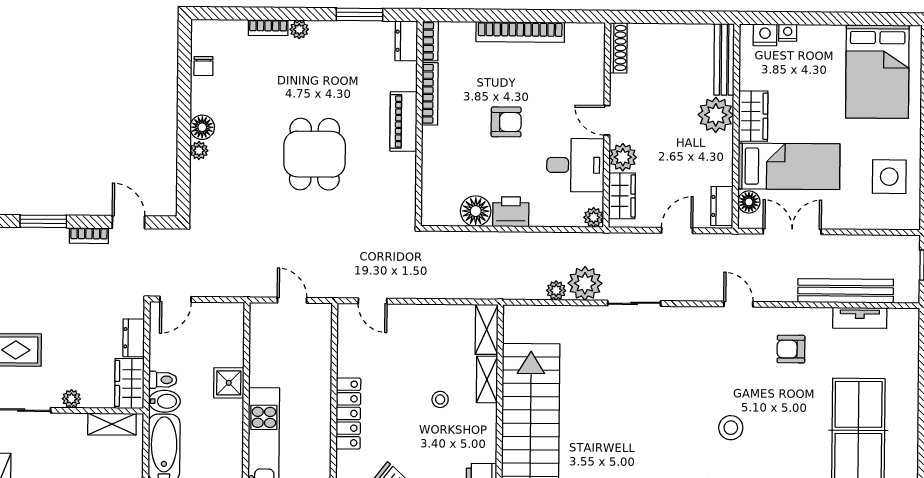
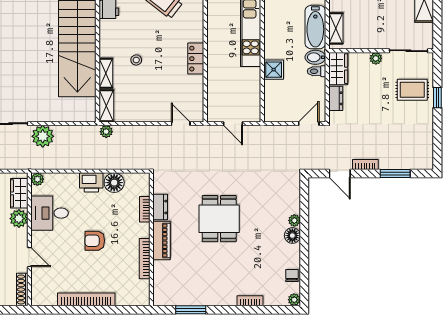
plant: (299, 29) -> (294, 300), moved
dresser: (406, 41) -> (160, 207), moved
bookcase: (430, 41) -> (145, 209), moved
door: (607, 120) -> (29, 257), moved
plant: (556, 290) -> (106, 132), moved
locker: (348, 413) -> (196, 59), width x0.66
shelving: (112, 424) -> (336, 28), moved, turned 90

